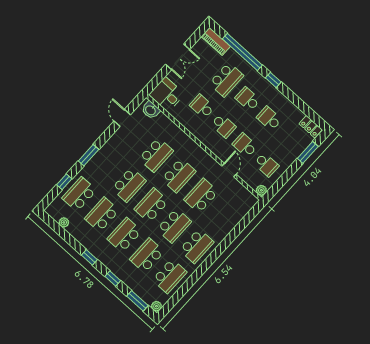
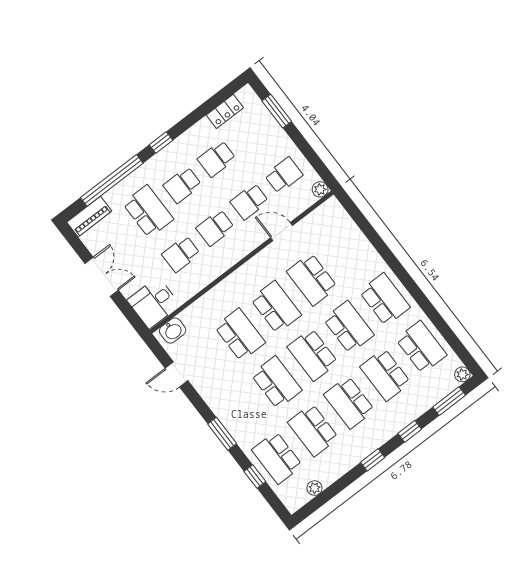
school desk: (223, 126) -> (215, 228), turned 180
locker: (311, 127) -> (225, 111), moved

